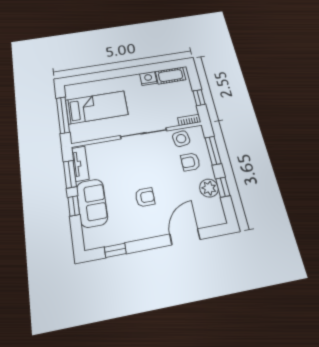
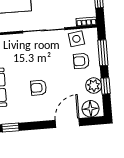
armchair: (145, 197) -> (39, 88), turned 180
floor lamp: (210, 216) -> (90, 109), added

